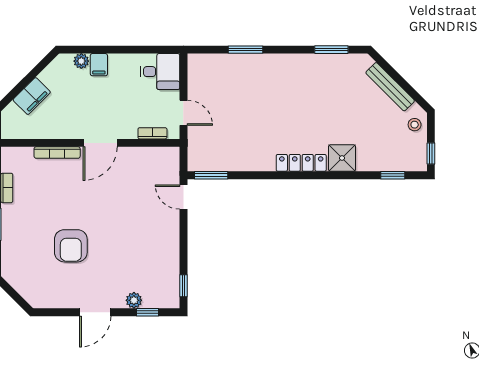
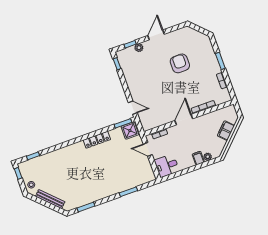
shower: (342, 158) -> (130, 131), moved
locker: (301, 163) -> (97, 140), moved

